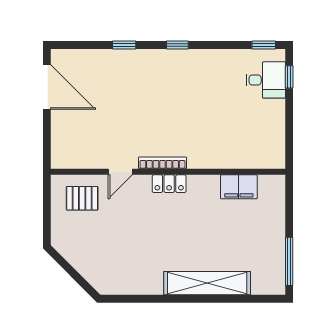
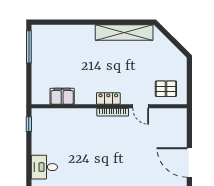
window: (289, 77) -> (29, 124), moved
door: (120, 172) -> (141, 106), swing flipped
shelving: (207, 283) -> (124, 33), moved

